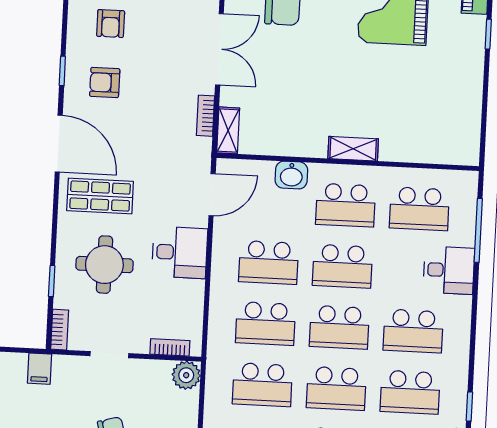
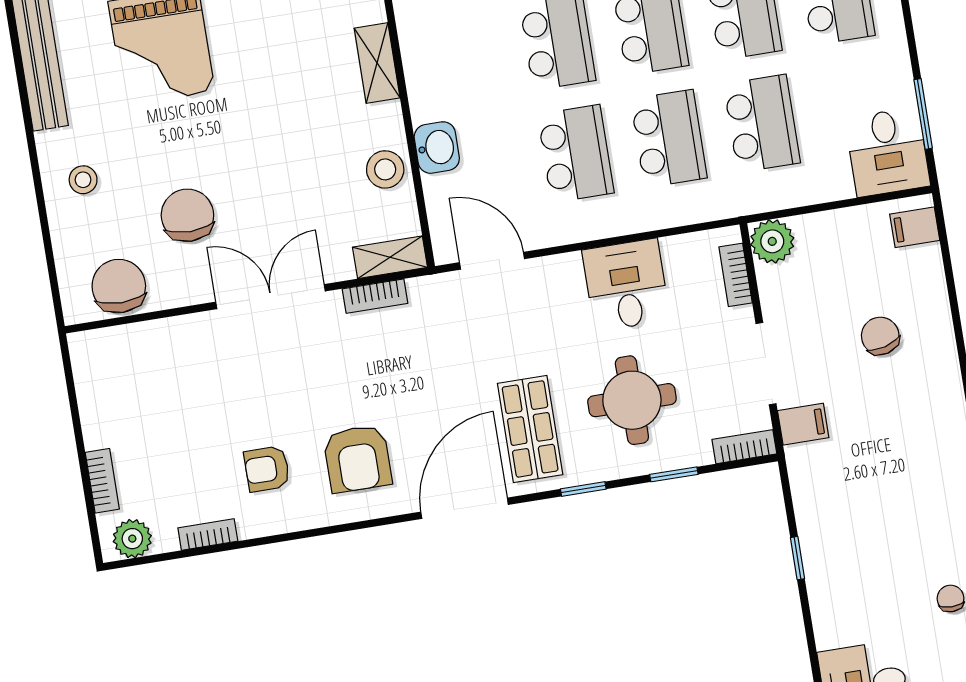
armchair: (111, 24) -> (267, 469), turned 180
window: (62, 71) -> (583, 489), moved
armchair: (105, 82) -> (358, 459), width x1.38, depth x1.38
stool: (284, 139) -> (385, 169), added
school desk: (346, 205) -> (464, 56), removed
desk: (180, 252) -> (626, 285), moved
doorway: (109, 355) -> (766, 364), width x1.38
filing cabinet: (39, 369) -> (803, 424), moved

